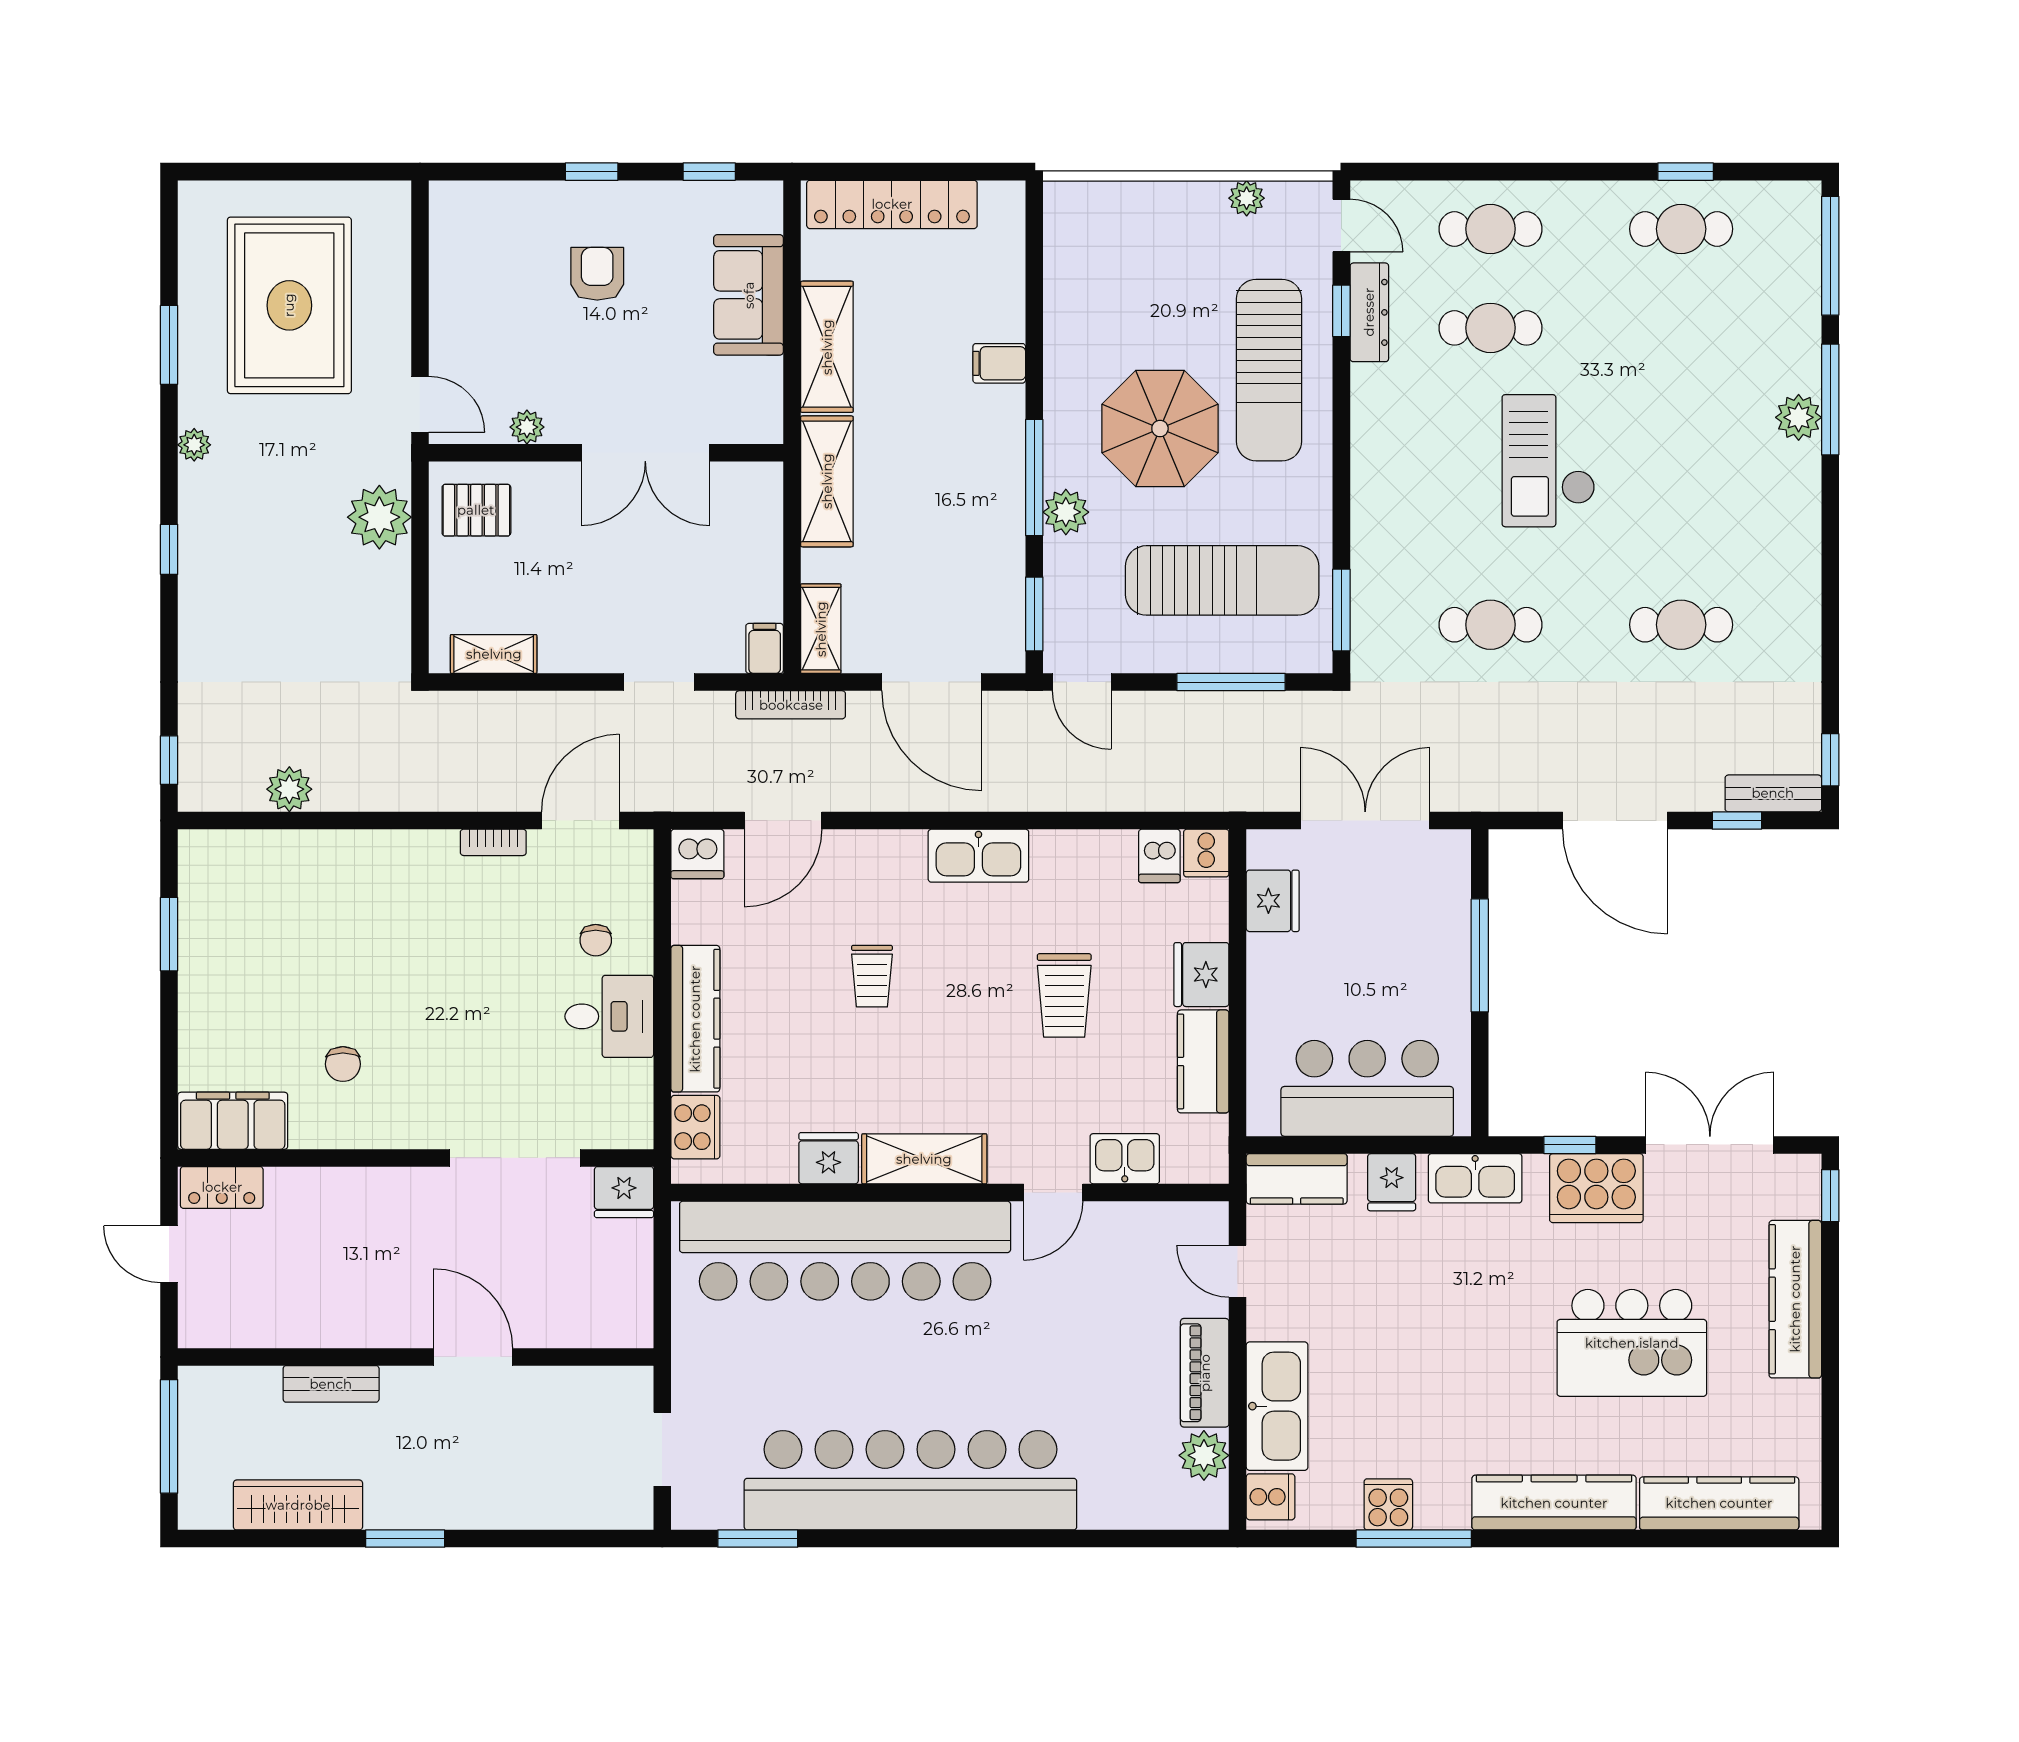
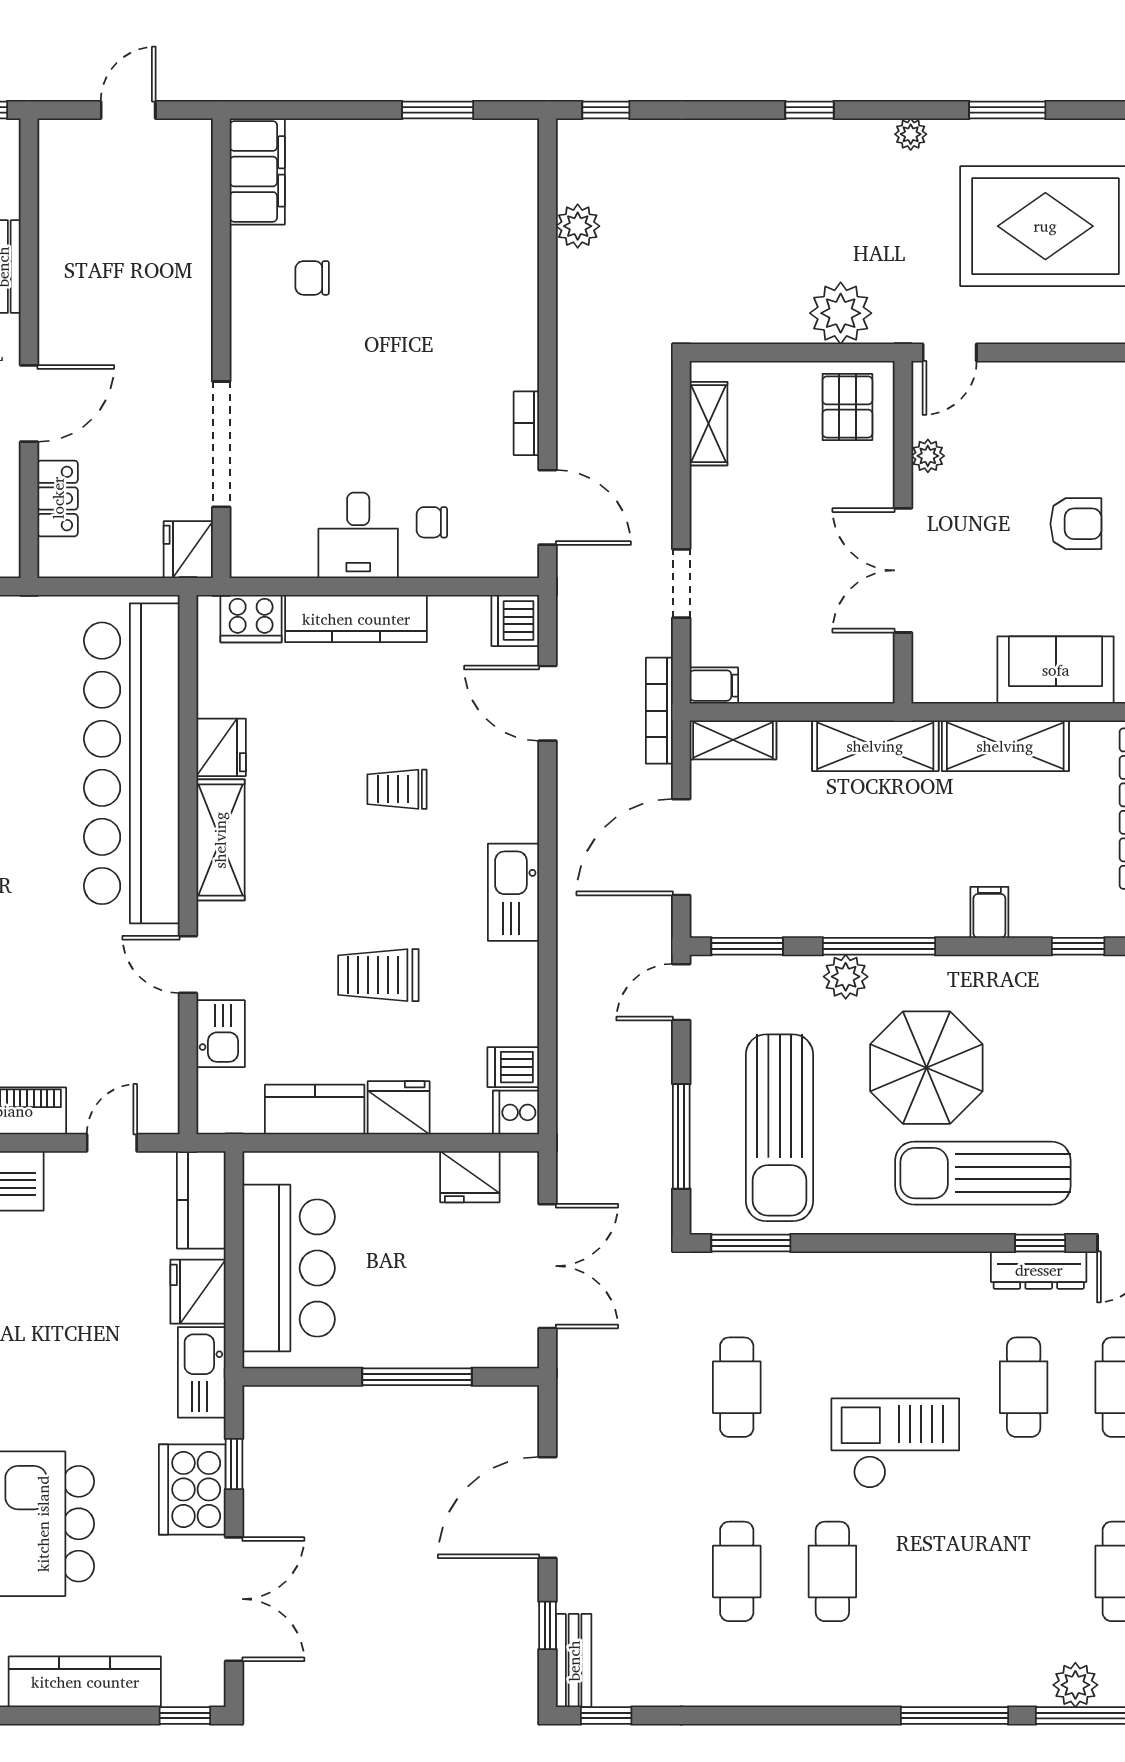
window: (1034, 272) -> (1078, 946), added
plant: (1799, 417) -> (1075, 1685), moved
cafe table: (1681, 526) -> (832, 1571), added
fridge: (1392, 1182) -> (198, 1292), width x1.38
locker: (222, 1187) -> (58, 498), moved, turned 180

